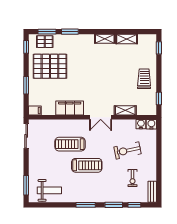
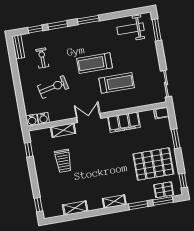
shelving: (105, 39) -> (114, 202), moved
trolley: (144, 79) -> (63, 161), moved

